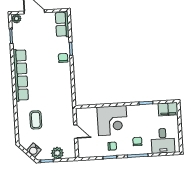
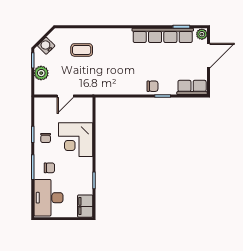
row of seats: (21, 75) -> (163, 35), moved
desk: (163, 141) -> (48, 198), width x1.37

